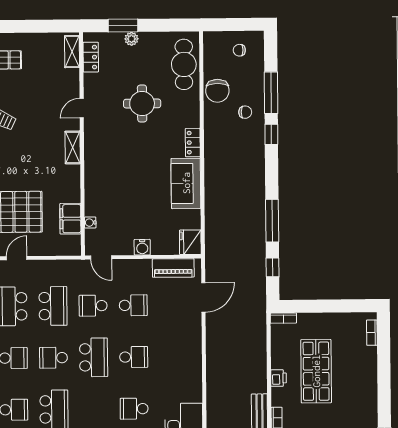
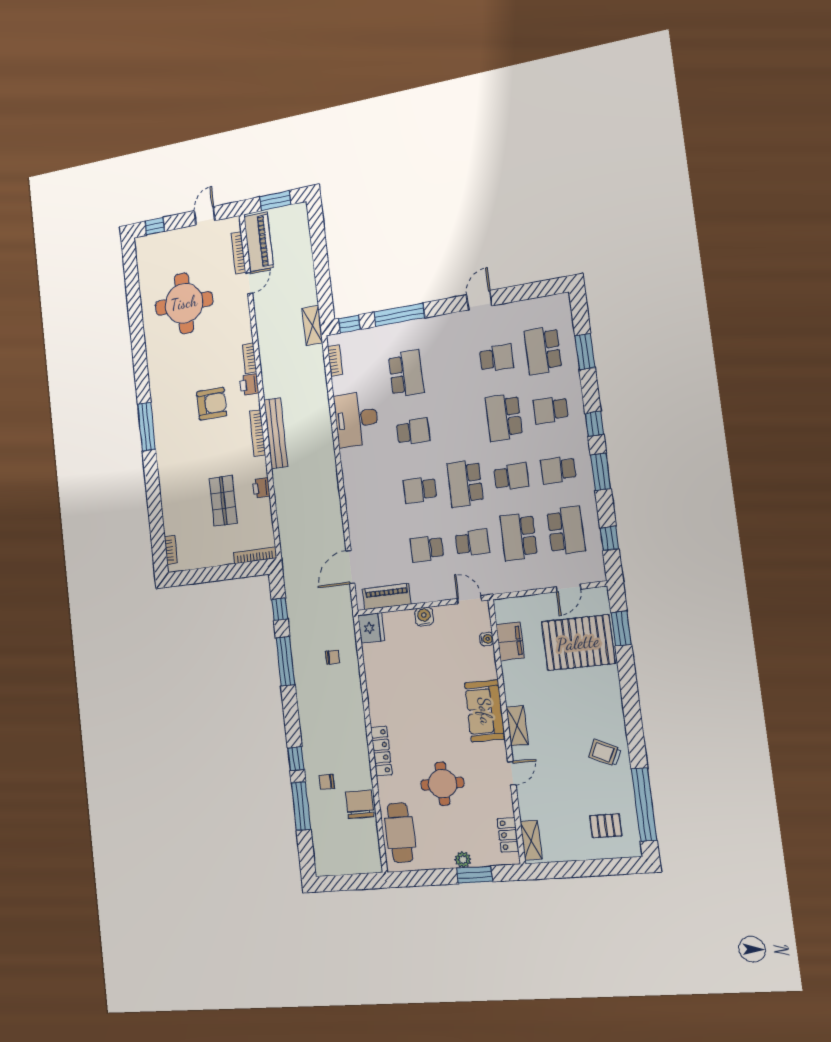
chair: (239, 50) -> (333, 657), moved
locker: (193, 143) -> (381, 751), width x1.53
sofa: (186, 183) -> (485, 711), moved, turned 180
bookcase: (283, 318) -> (255, 555), width x1.56
shop shelf: (316, 371) -> (223, 501), width x0.70, depth x0.74

